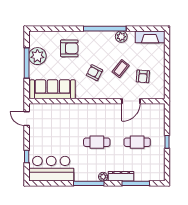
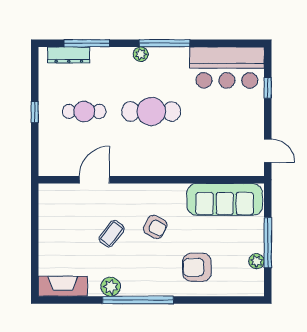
plant: (37, 56) -> (256, 261), width x0.53, depth x0.53
armchair: (143, 76) -> (75, 221), removed
cafe table: (97, 142) -> (151, 111), width x1.37, depth x1.35
dresser: (121, 176) -> (69, 55), moved

